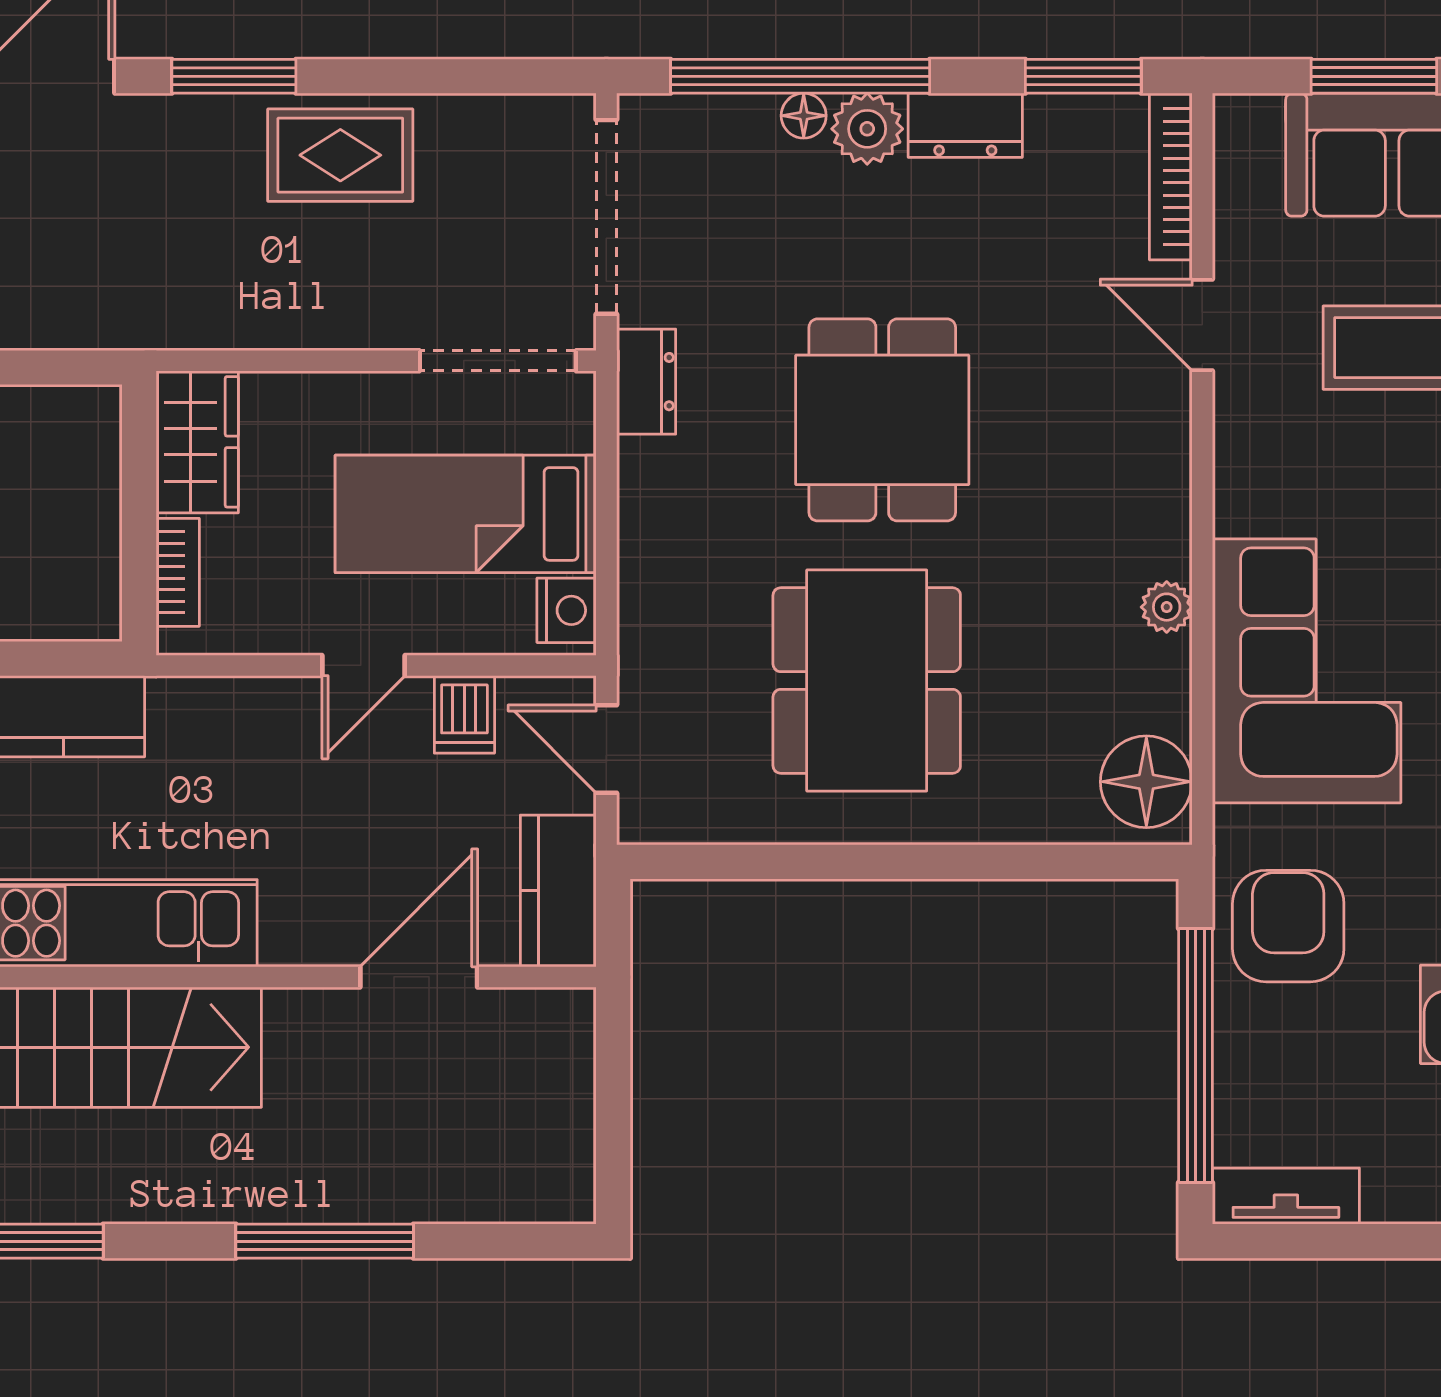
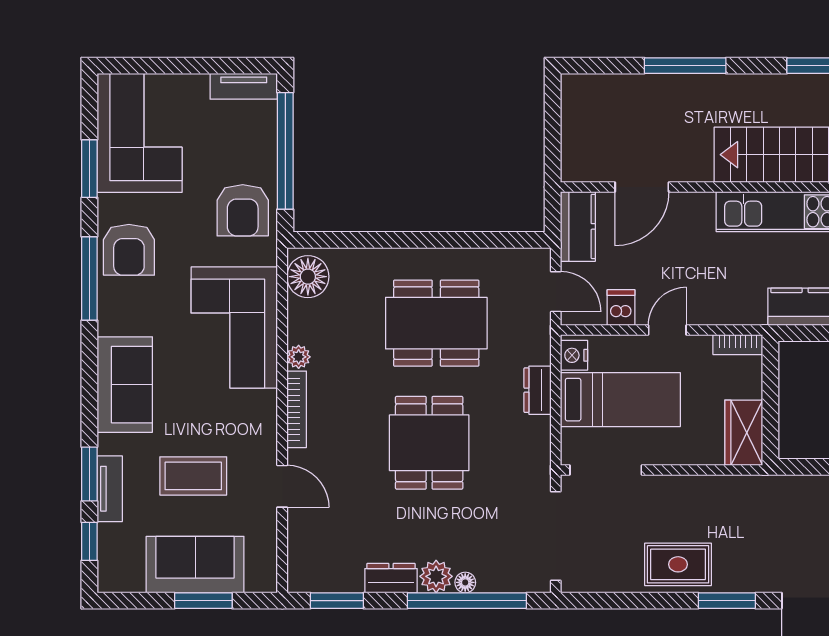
bookcase: (1171, 177) -> (297, 409), moved
dresser: (646, 382) -> (538, 390), moved
bookcase: (178, 572) -> (738, 345), moved, turned -90
dining table: (867, 681) -> (436, 323), turned 90

